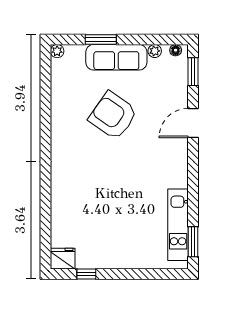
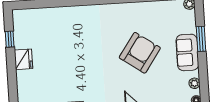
sofa: (116, 57) -> (187, 52), width x0.73
fridge: (63, 259) -> (23, 59), moved

